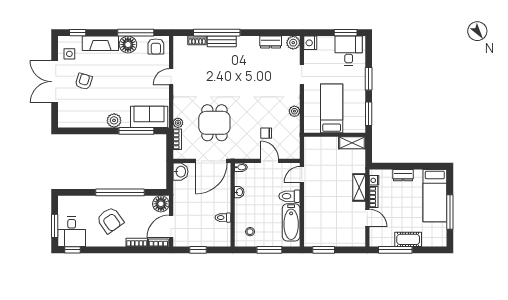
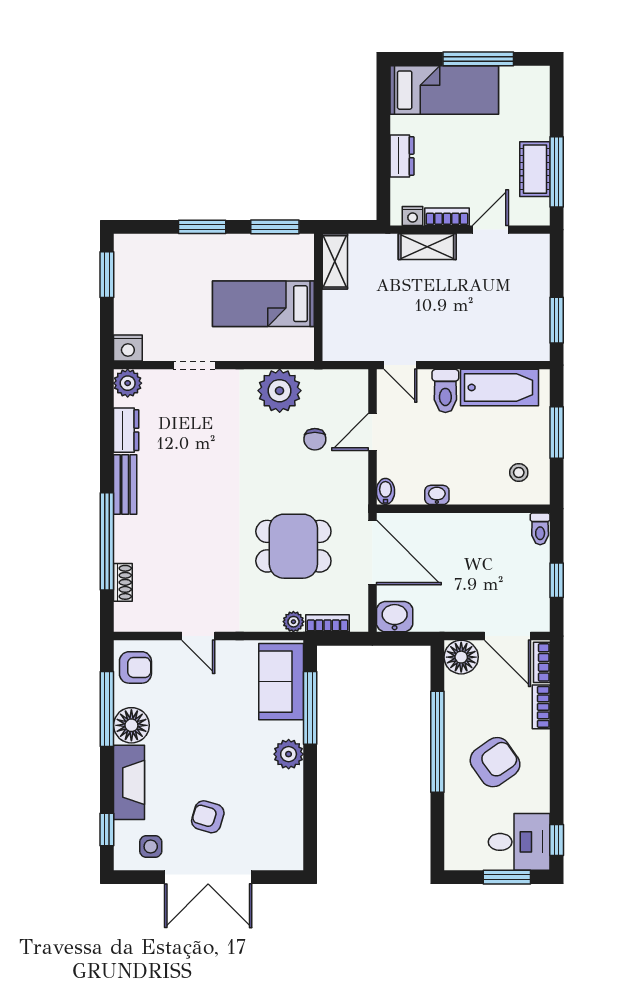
bench: (222, 41) -> (125, 485), moved
desk: (349, 51) -> (144, 268), removed
plant: (294, 111) -> (280, 391), width x1.88, depth x1.88
toilet: (223, 218) -> (540, 529), moved
cot: (408, 239) -> (535, 169), moved

